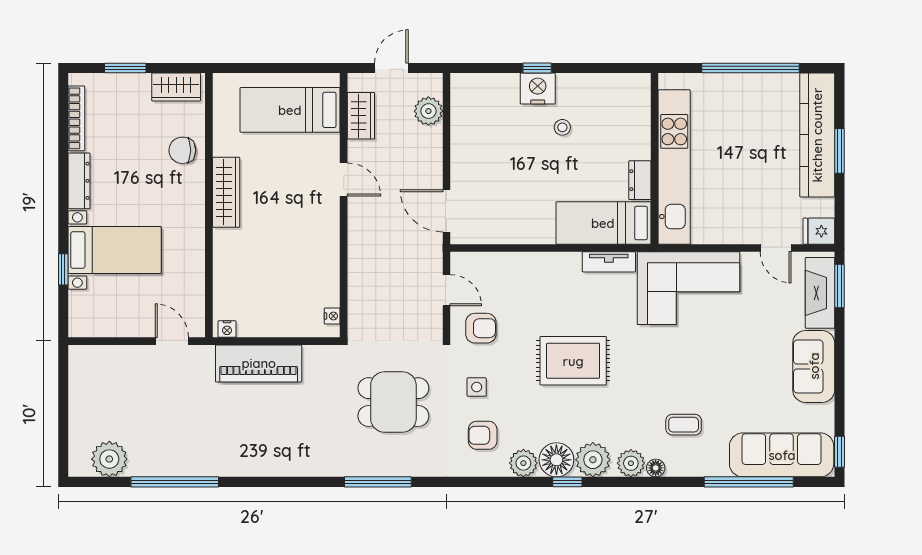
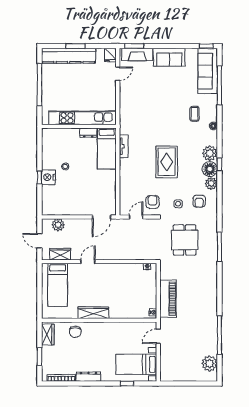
bed with nightstands: (115, 250) -> (136, 364), moved, turned -90
corner sofa: (689, 288) -> (135, 112), removed
plant: (631, 463) -> (211, 137), removed

